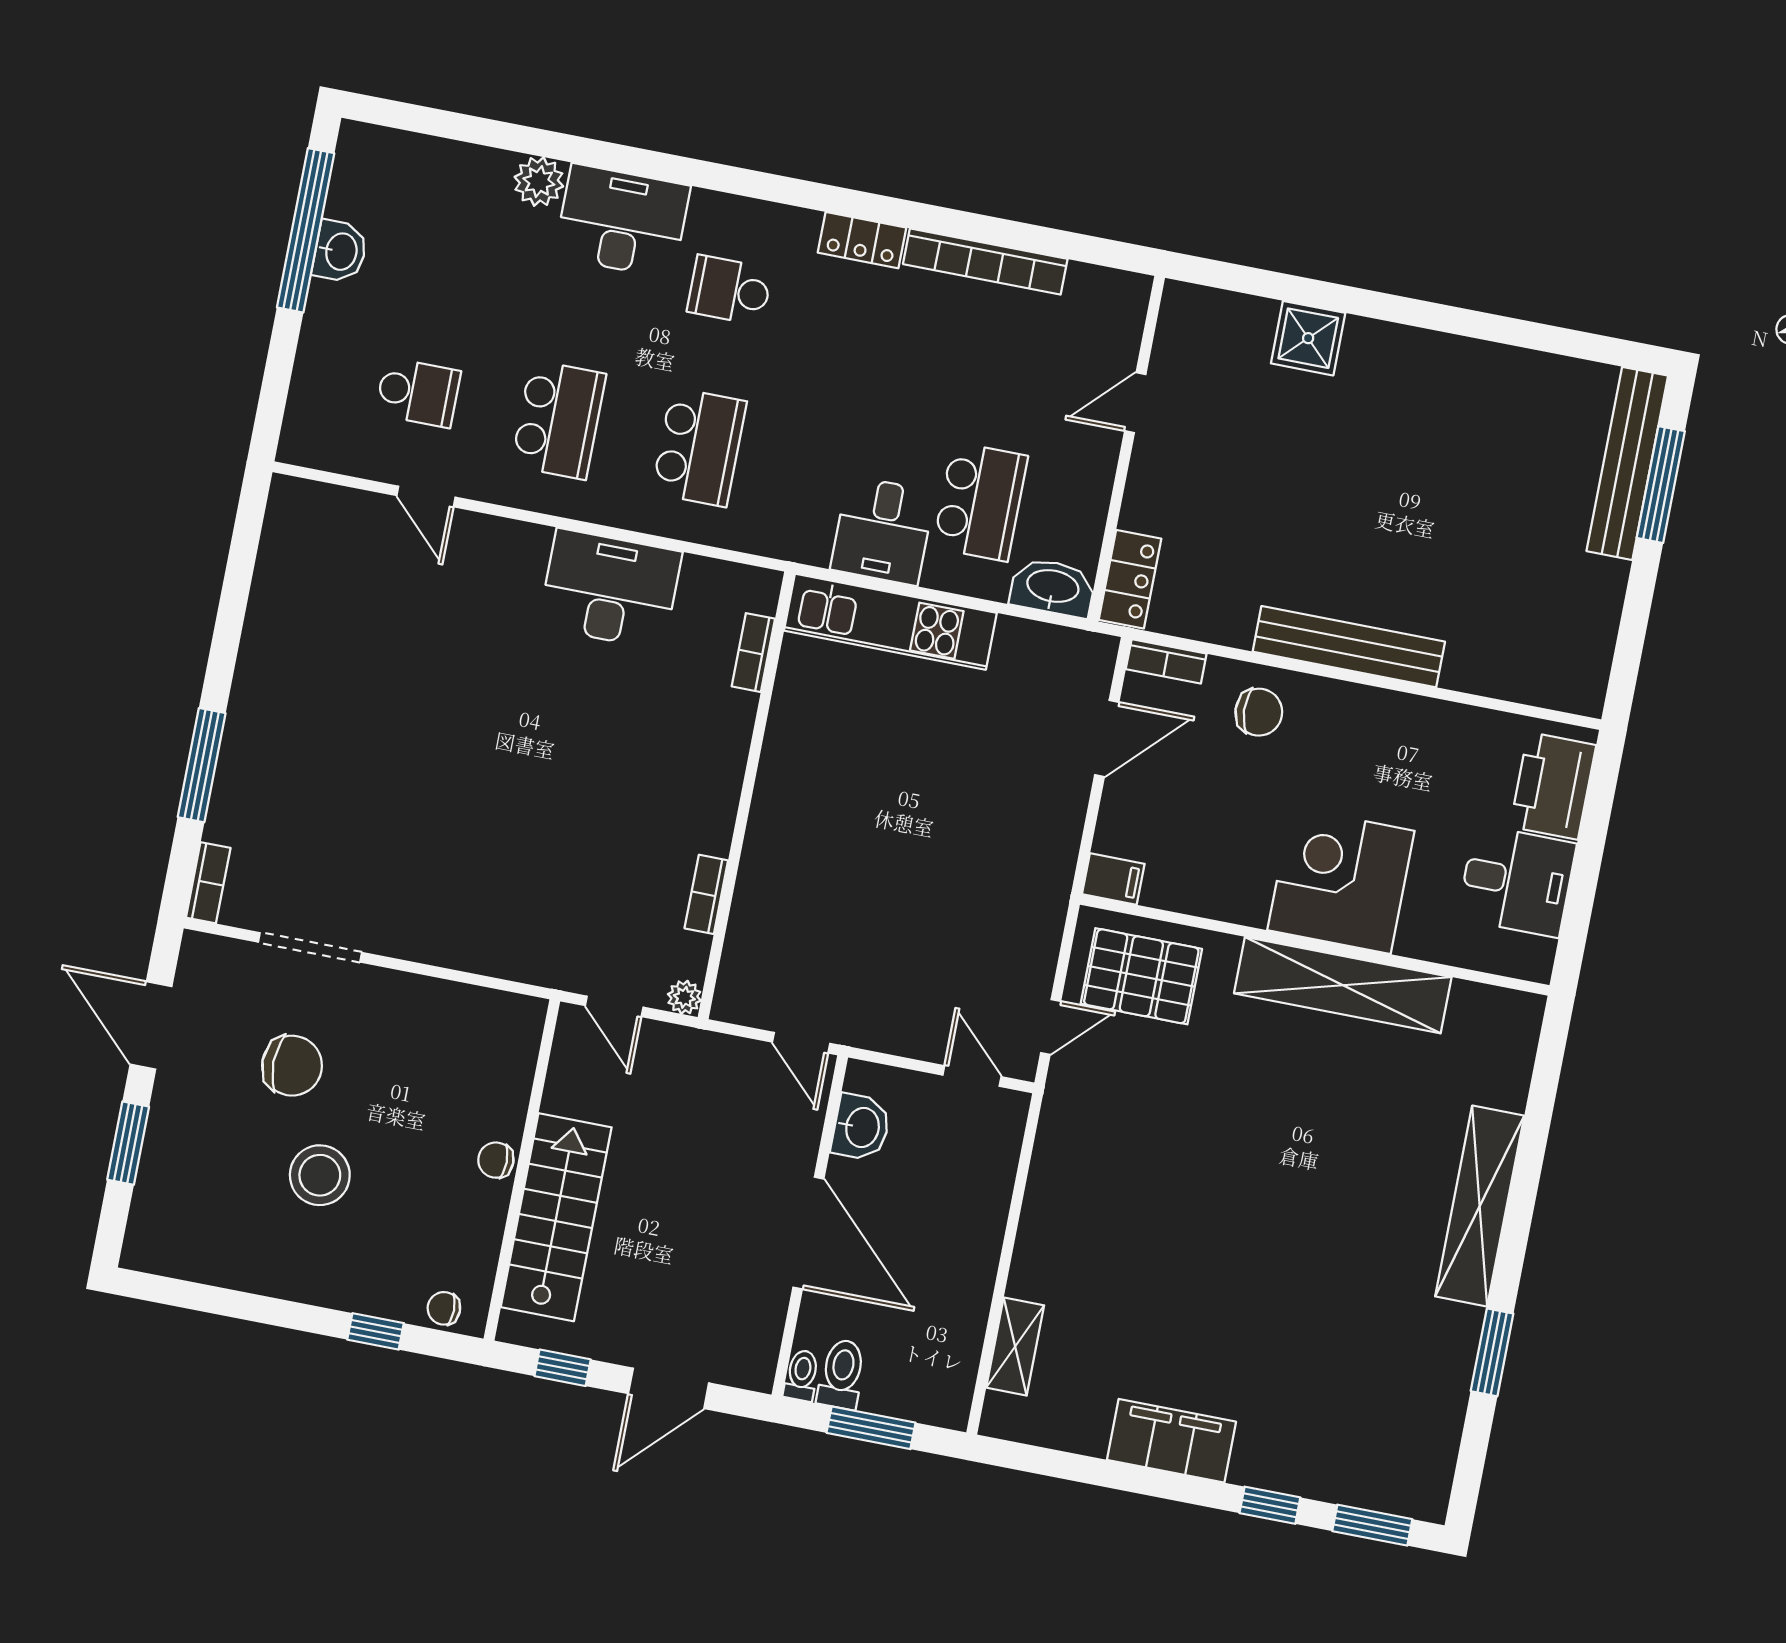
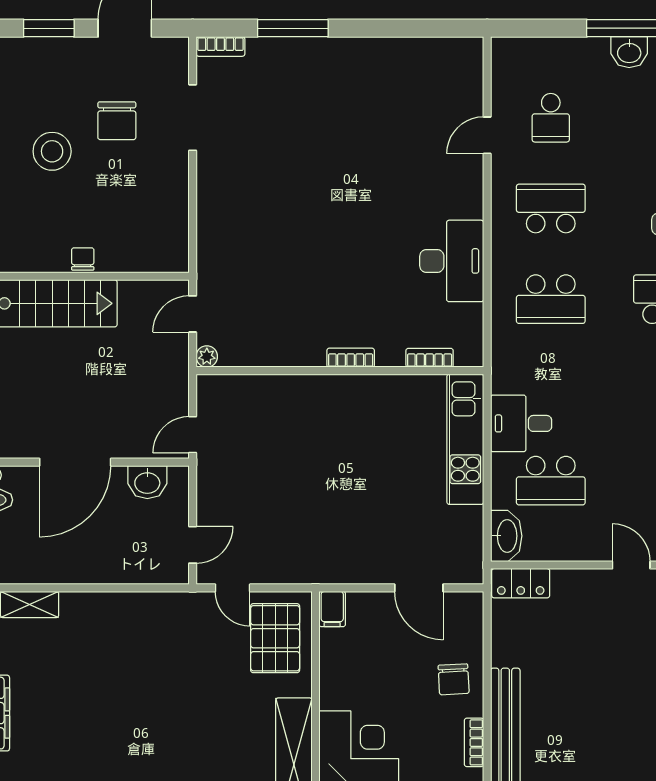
school desk: (559, 420) -> (551, 208), turned 180
bookcase: (1166, 661) -> (474, 742), moved
bookcase: (706, 894) -> (351, 358), moved

